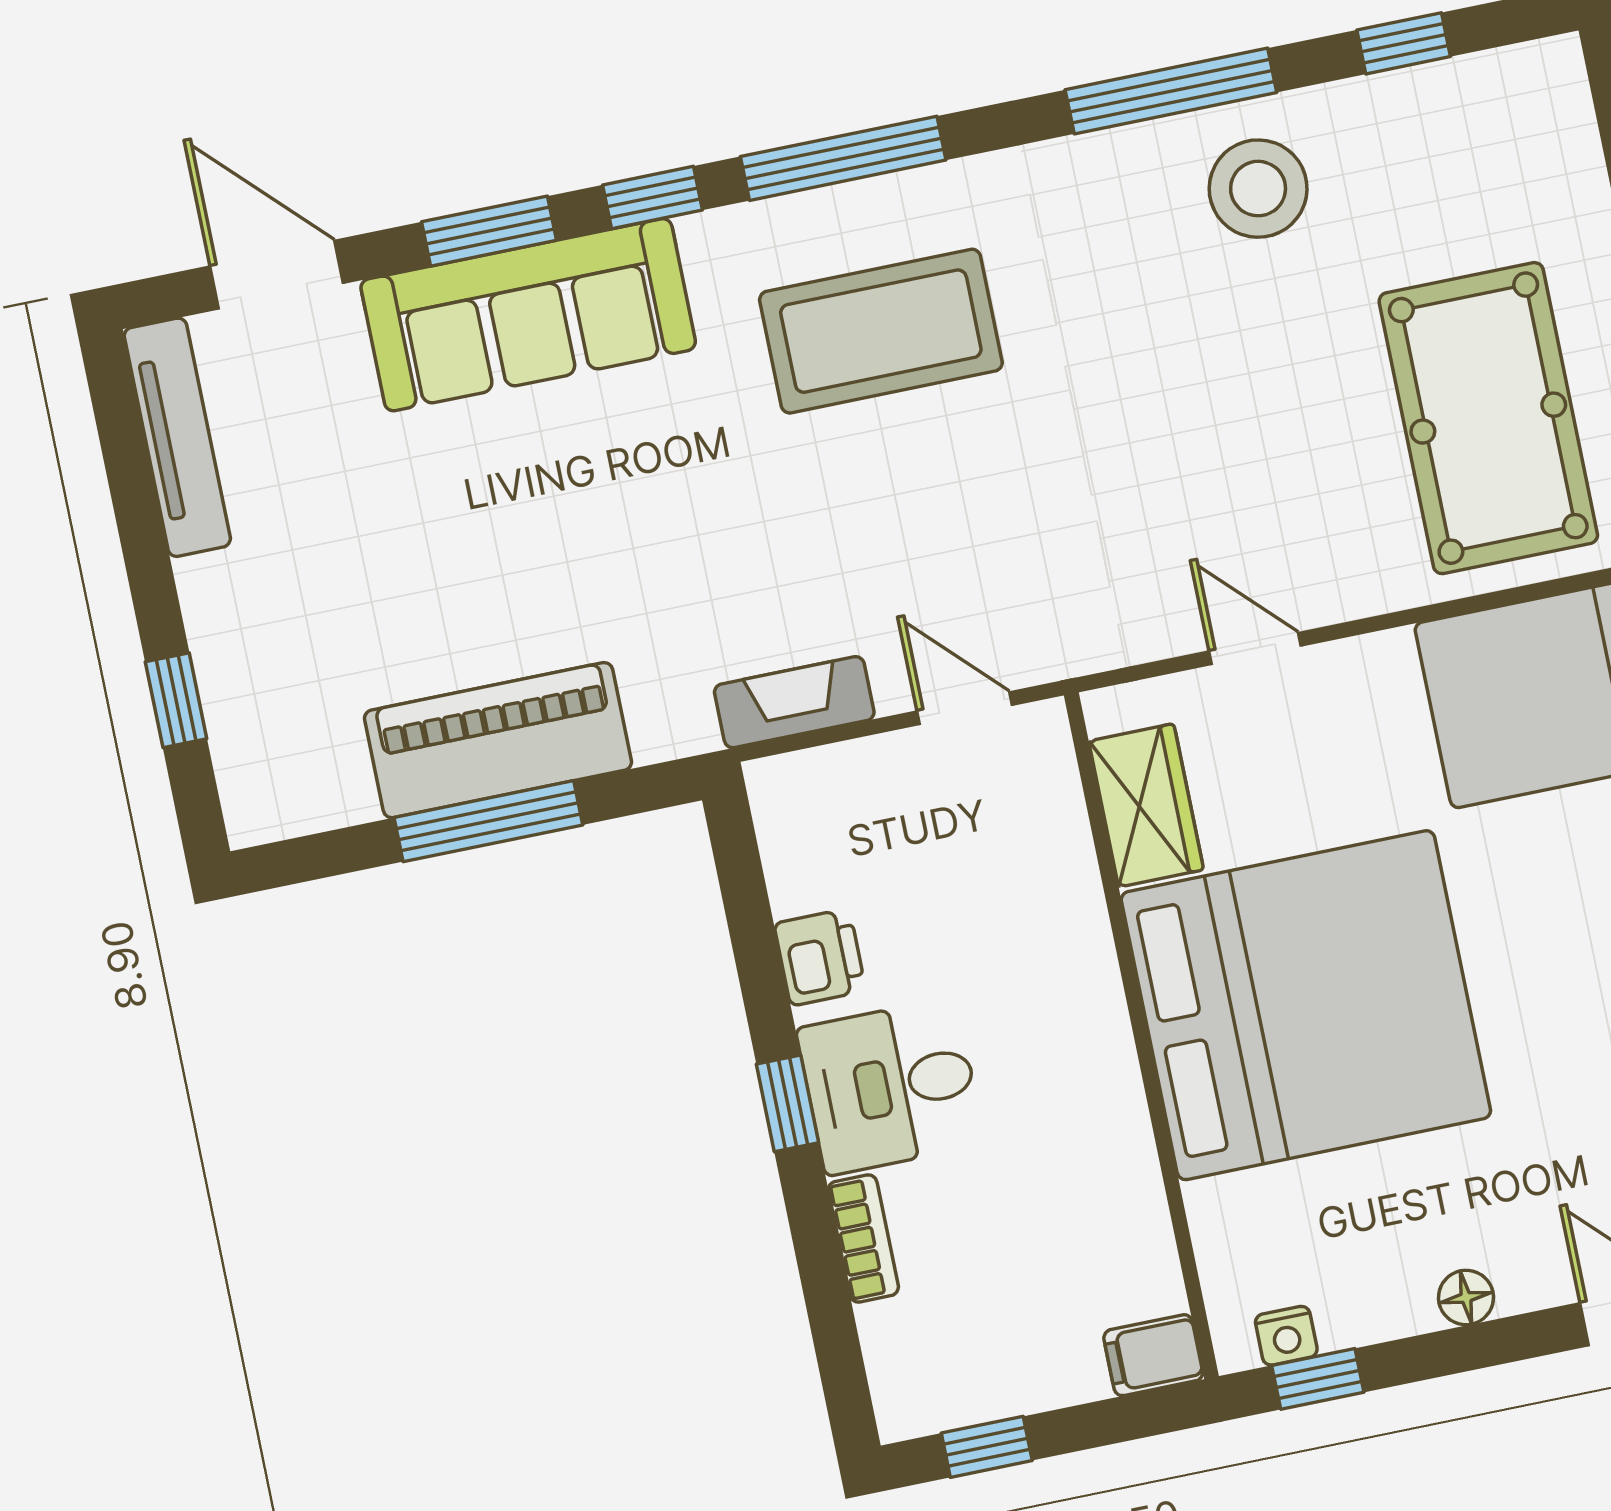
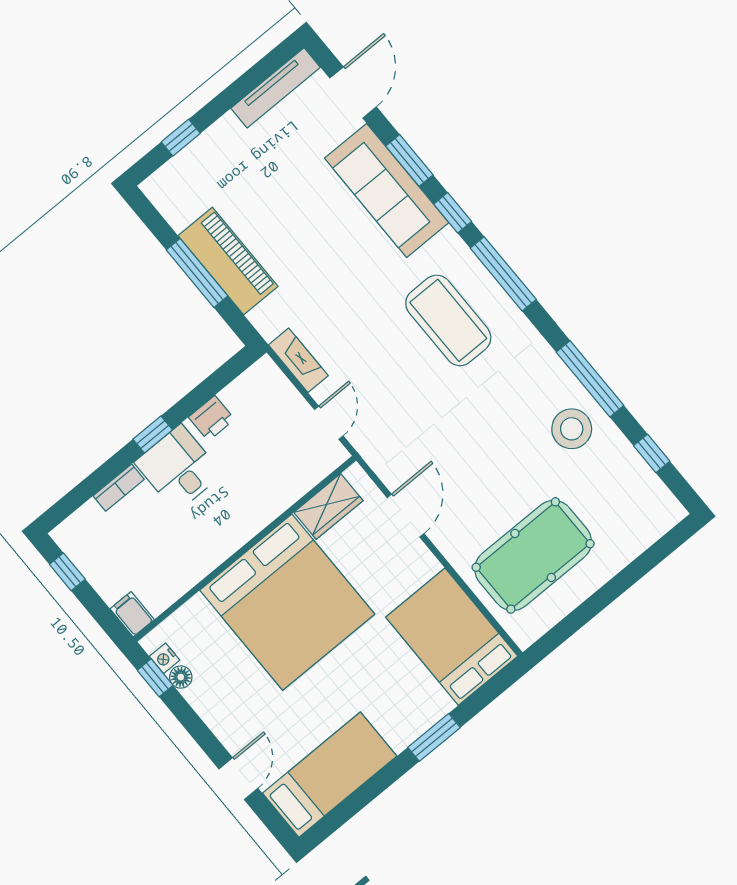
door: (1255, 649) -> (406, 516), width x1.38
floor lamp: (1466, 1298) -> (181, 677), moved

